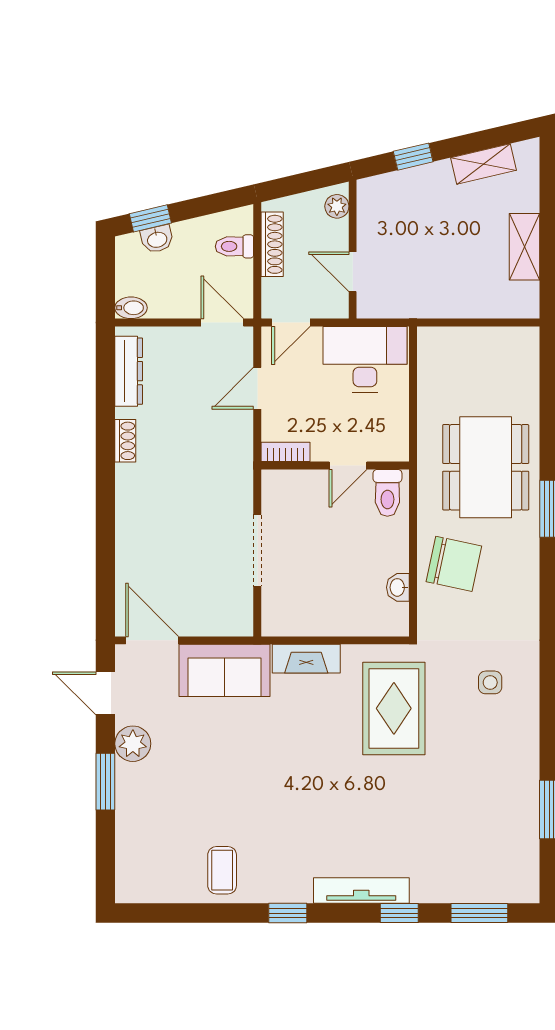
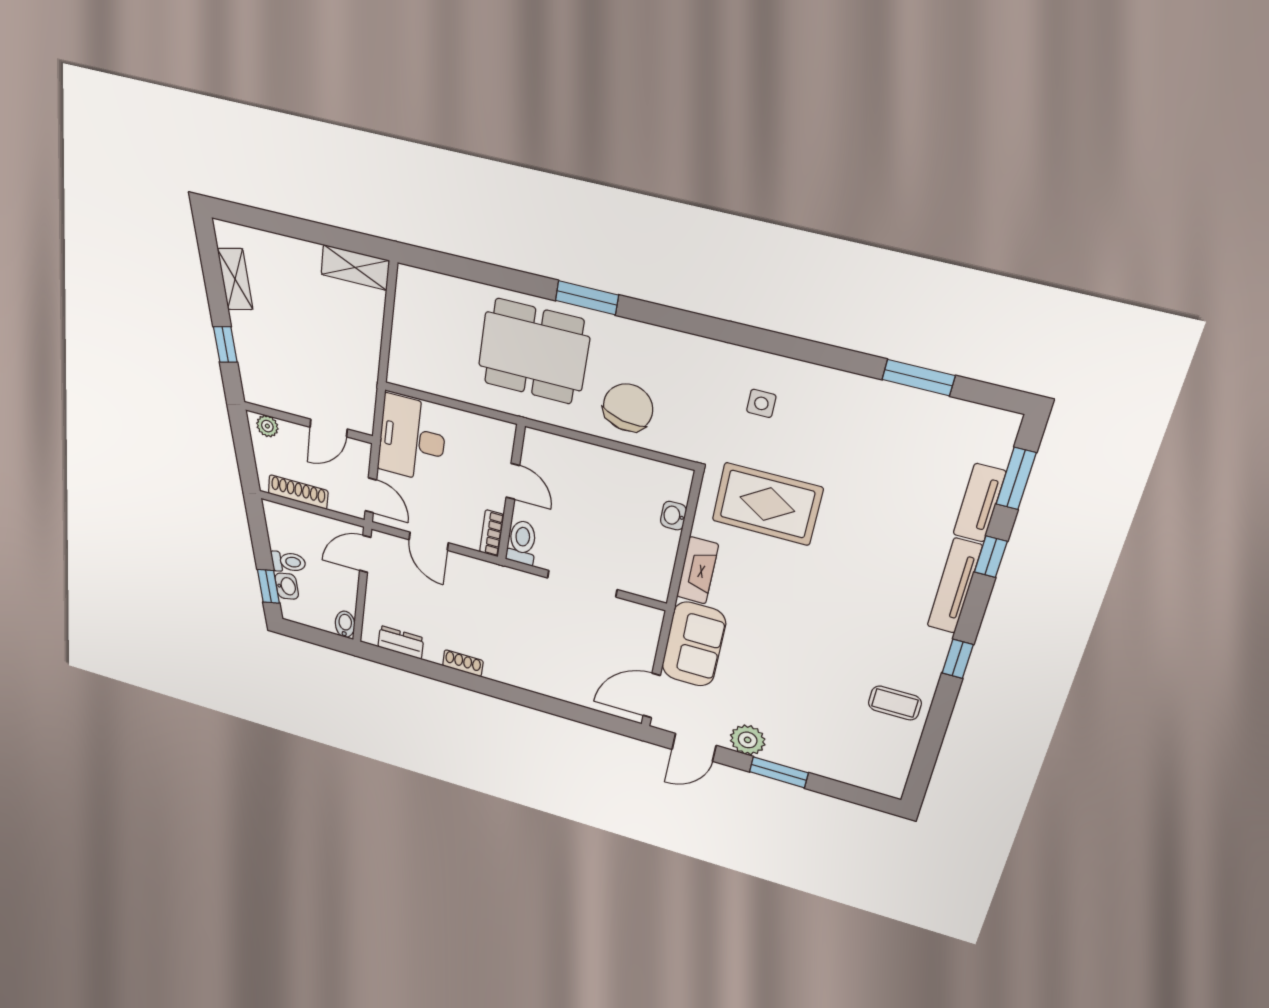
toilet: (234, 246) -> (288, 562), moved, turned -103
shelving: (525, 247) -> (355, 267), moved
dresser: (129, 371) -> (401, 642), width x0.70
toilet: (387, 493) -> (522, 542), moved, turned -90
washbasin: (398, 587) -> (673, 516), moved, turned 90
tv unit: (448, 890) -> (979, 503), added

